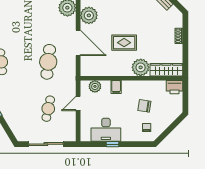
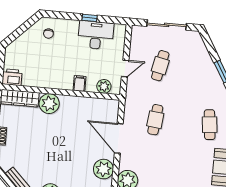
rug: (124, 43) -> (66, 134), removed
cafe table: (48, 62) -> (155, 120), width x0.73, depth x0.74
chair: (144, 106) -> (49, 59), removed

